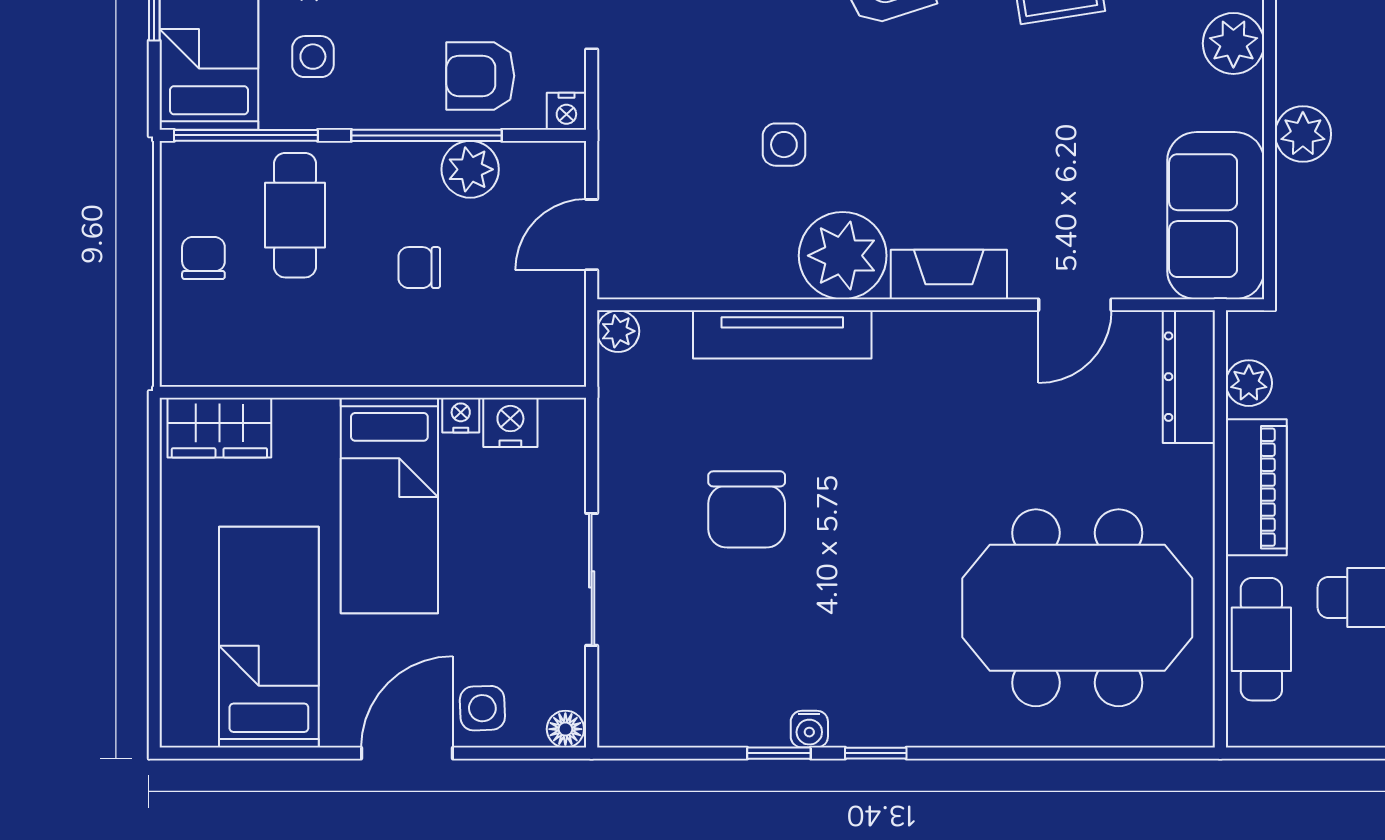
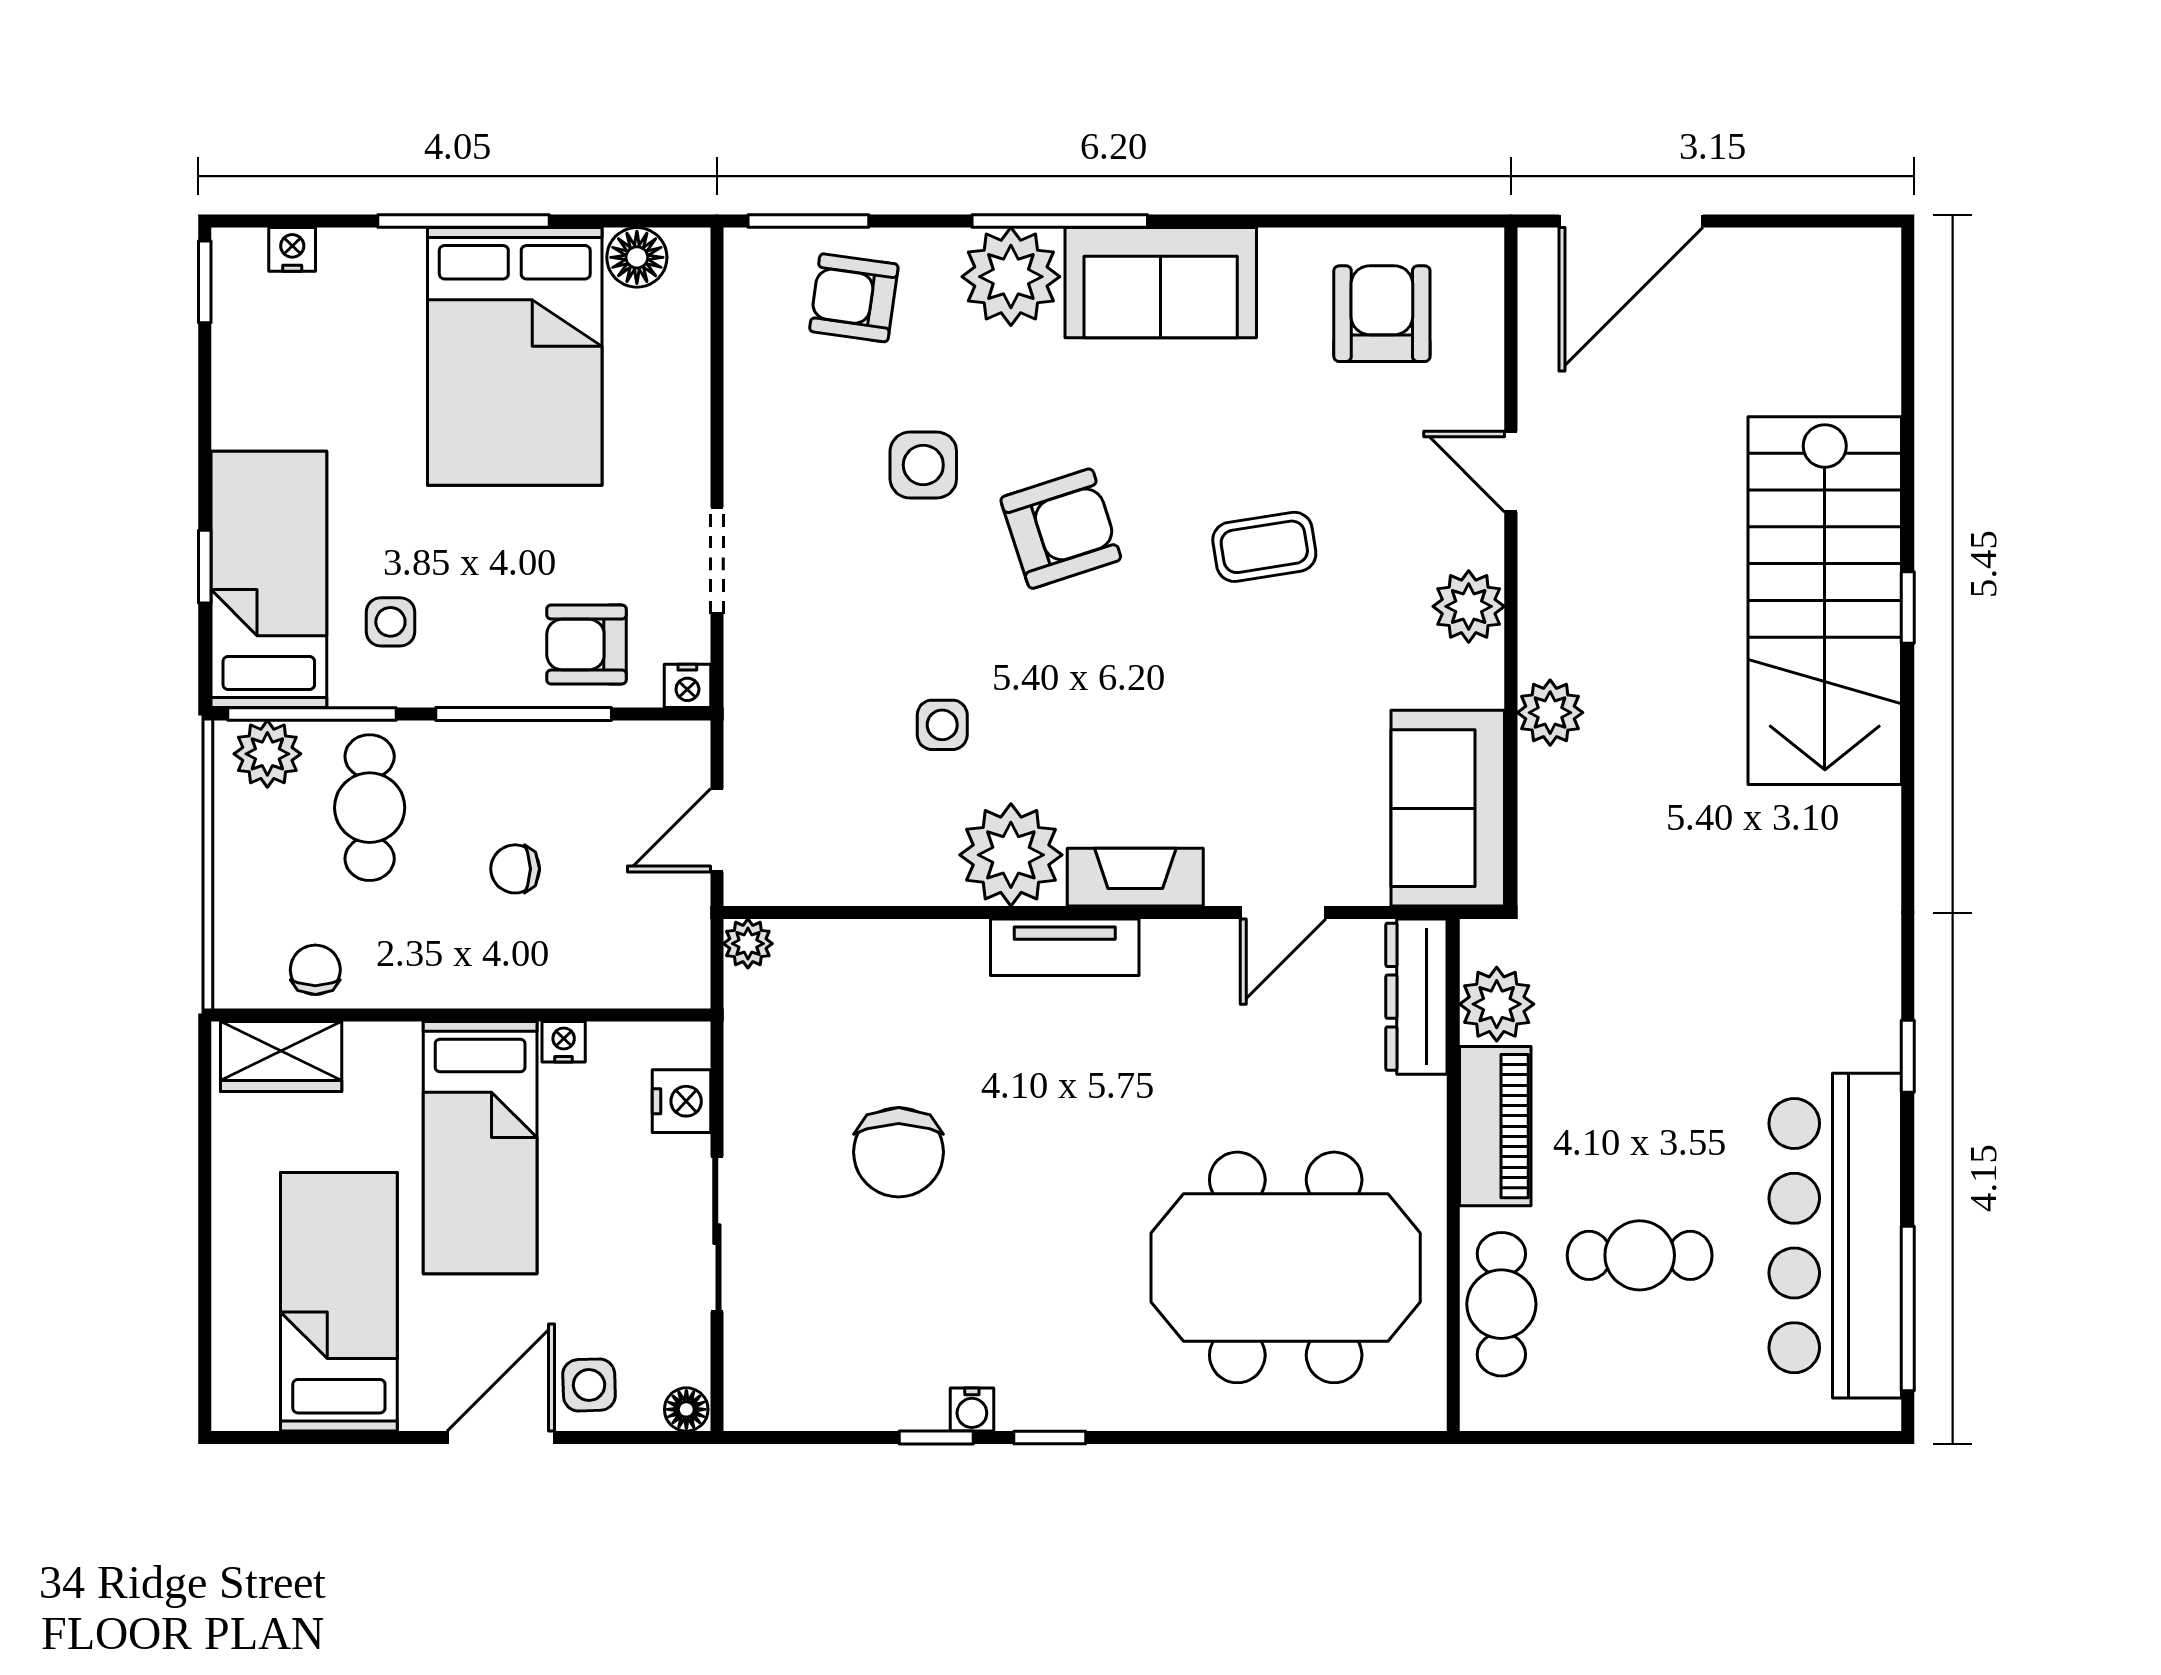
plant: (470, 169) -> (267, 754), moved
chair: (203, 258) -> (315, 970), moved
tv unit: (782, 334) -> (1065, 947), moved, width x0.71
plant: (1249, 383) -> (1497, 1004), width x1.38, depth x1.38
nightstand: (510, 422) -> (681, 1101), moved, turned 90

